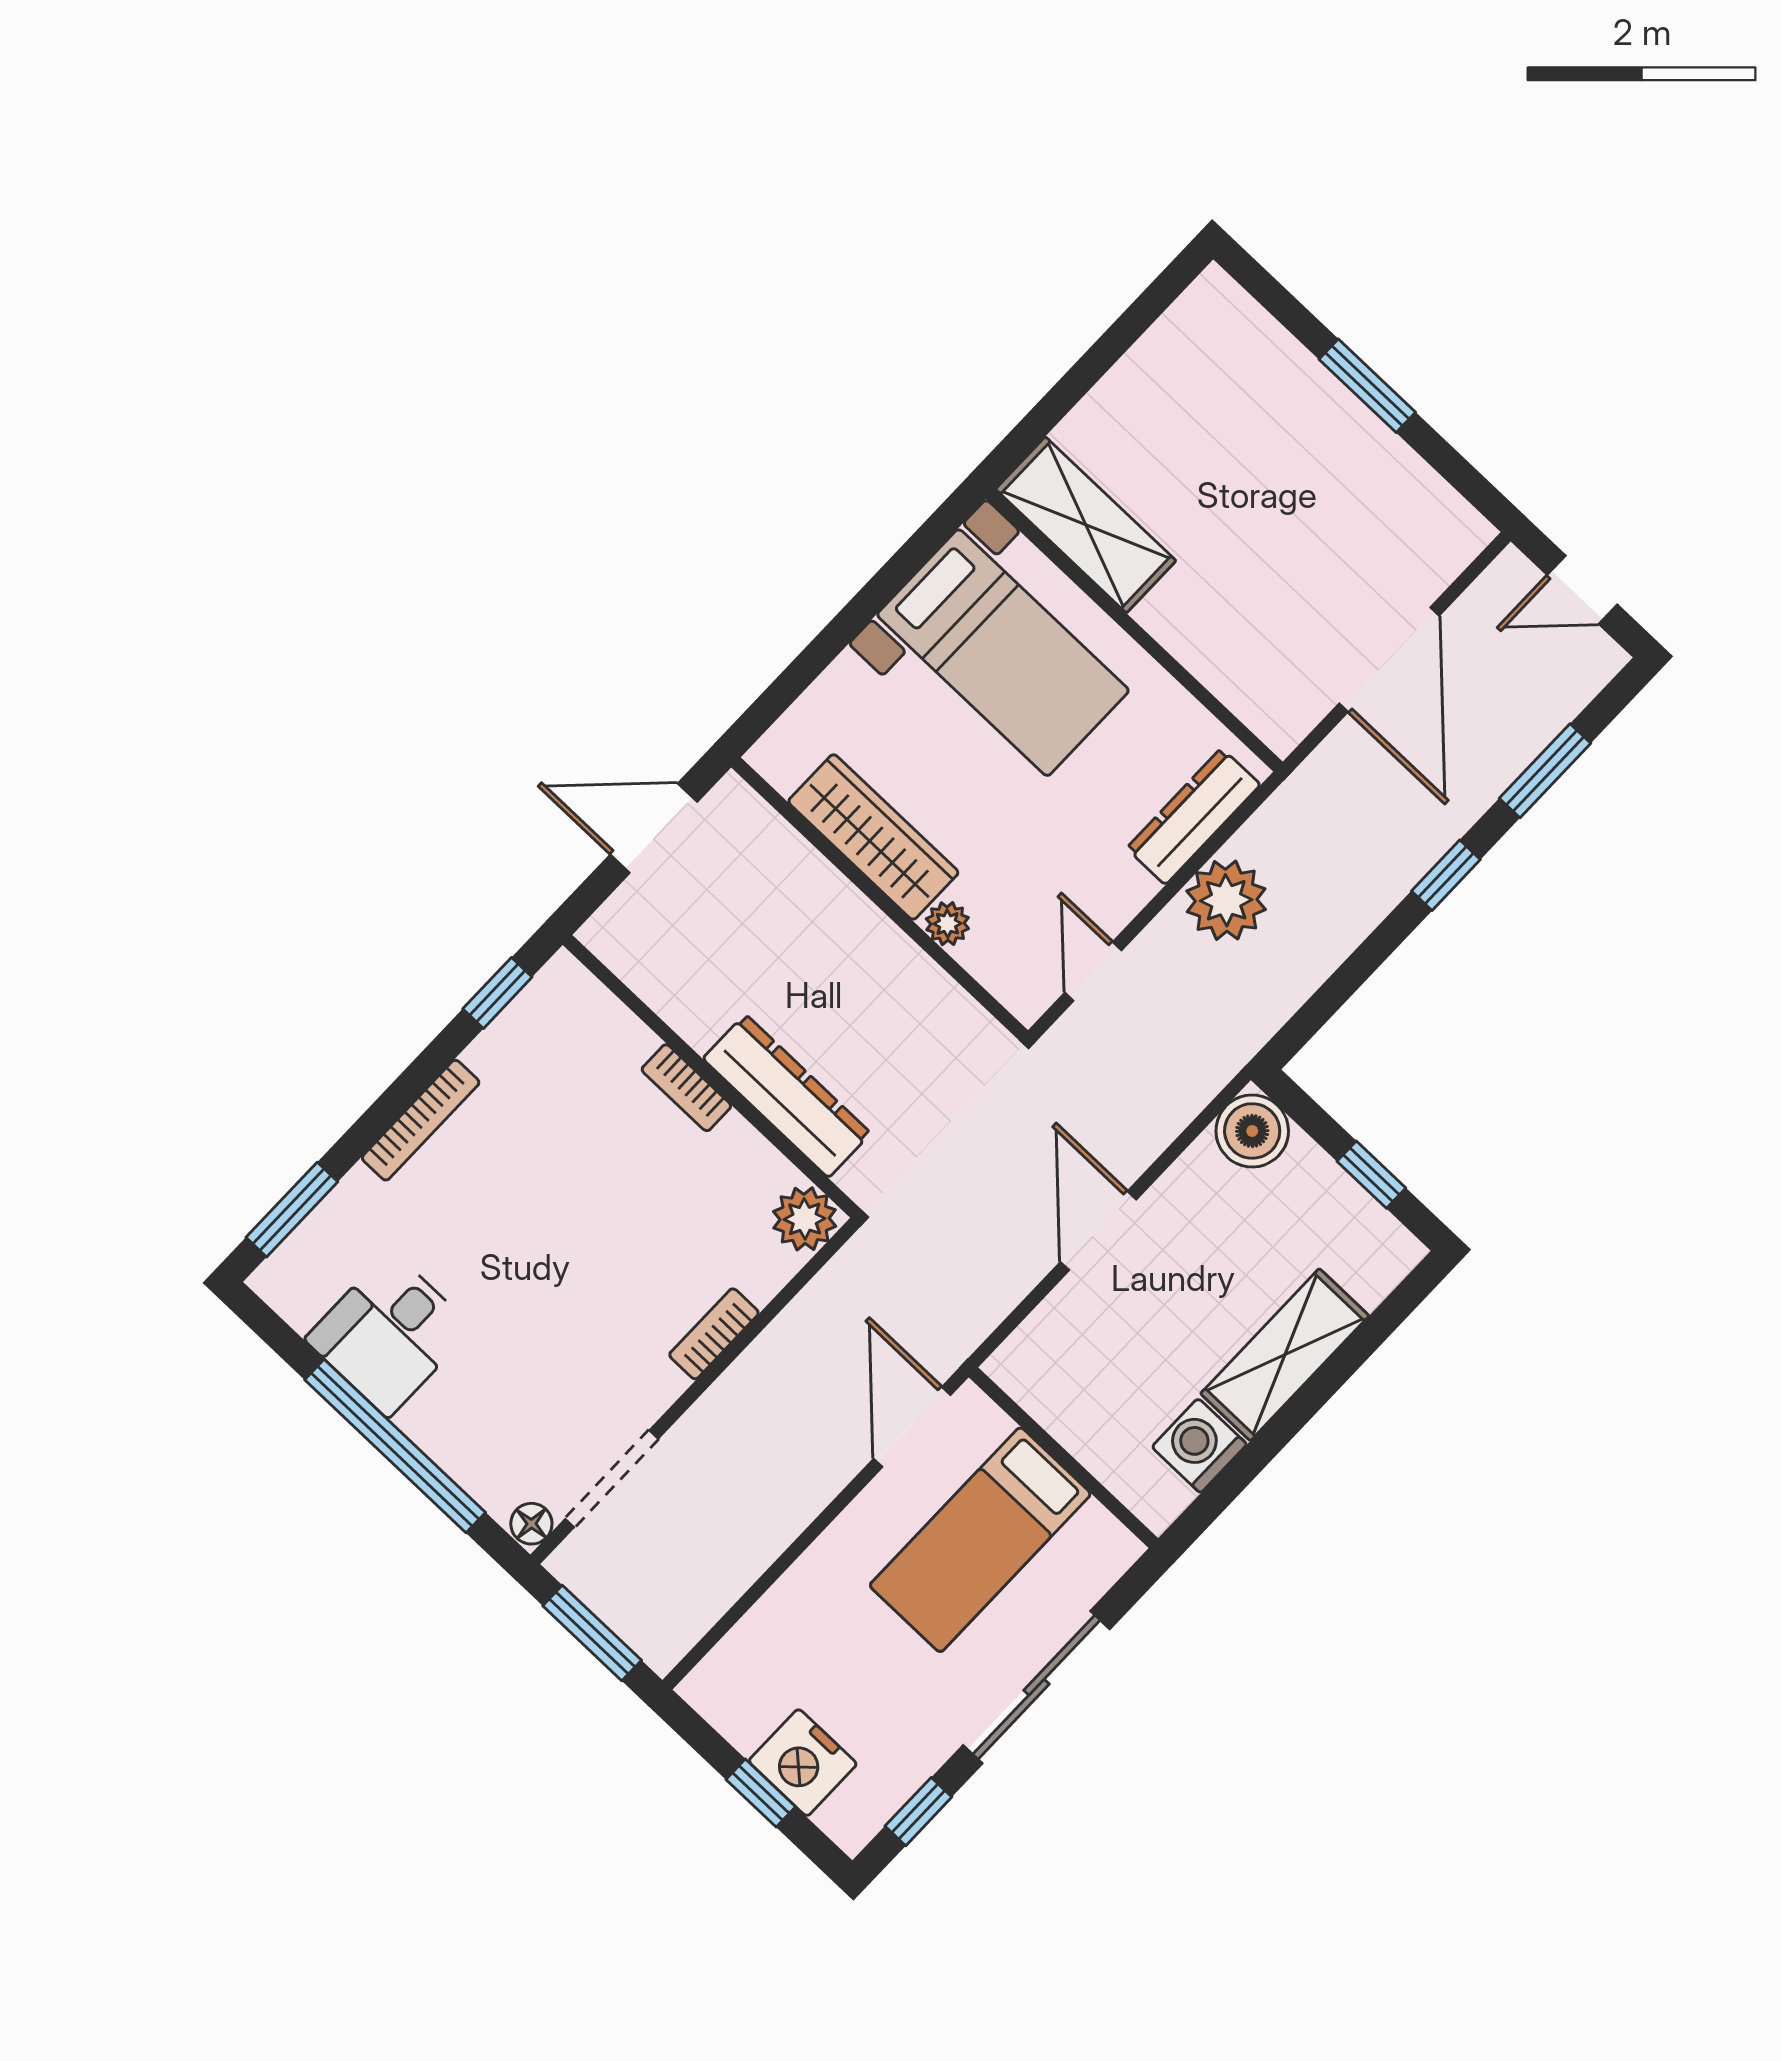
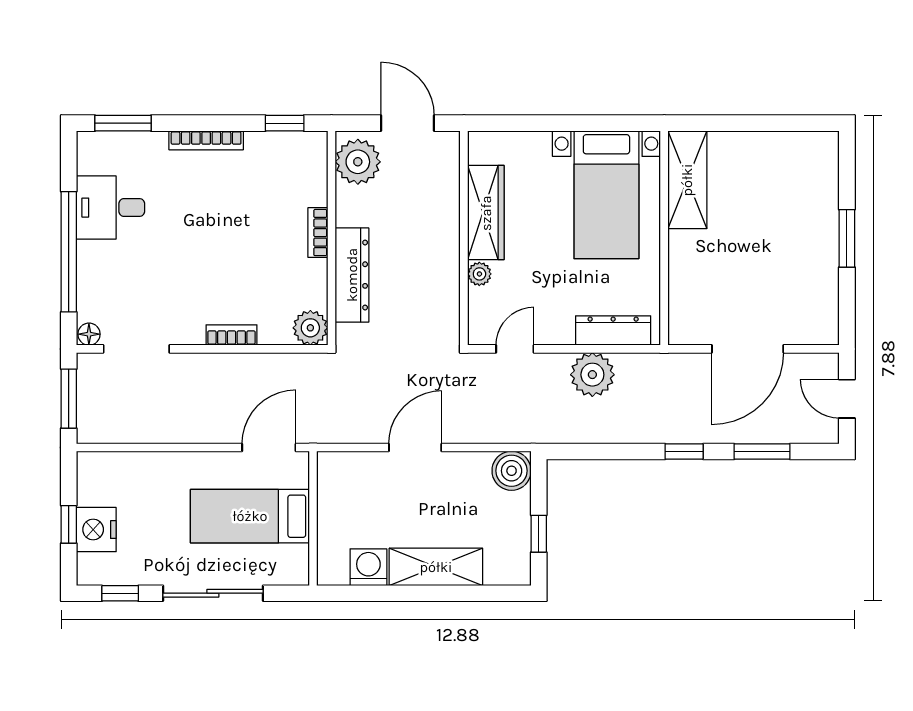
plant: (642, 944) -> (358, 162), added

